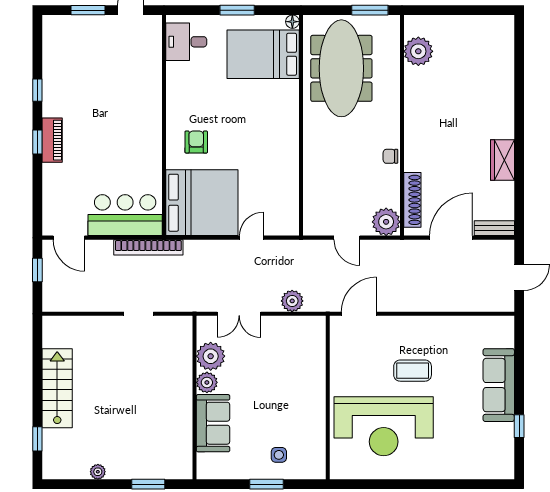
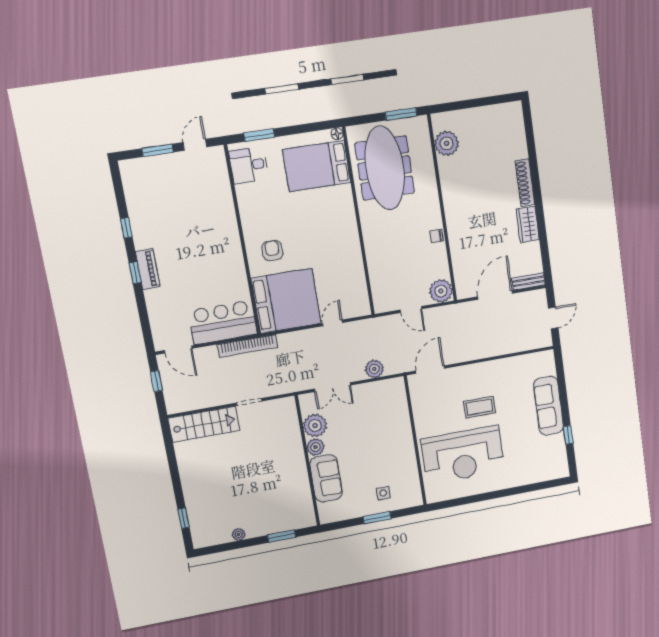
window: (237, 10) -> (259, 135), moved
shoe rack: (412, 200) -> (525, 183), moved, turned 180
stairs: (57, 388) -> (204, 424), moved, turned 90

